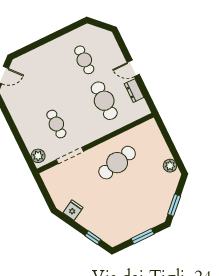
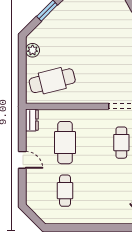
dresser: (134, 91) -> (32, 120), moved
cafe table: (117, 163) -> (52, 81), moved

